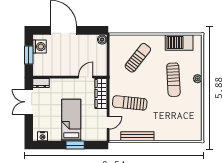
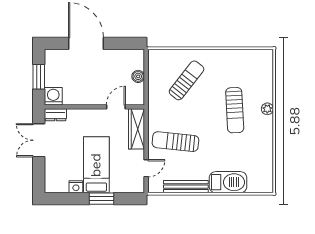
boiler: (102, 40) -> (138, 76), moved
barbecue: (179, 43) -> (228, 182), moved, turned 180
washing machine: (39, 47) -> (53, 96), moved, turned -90
nightstand: (42, 136) -> (76, 187), moved

